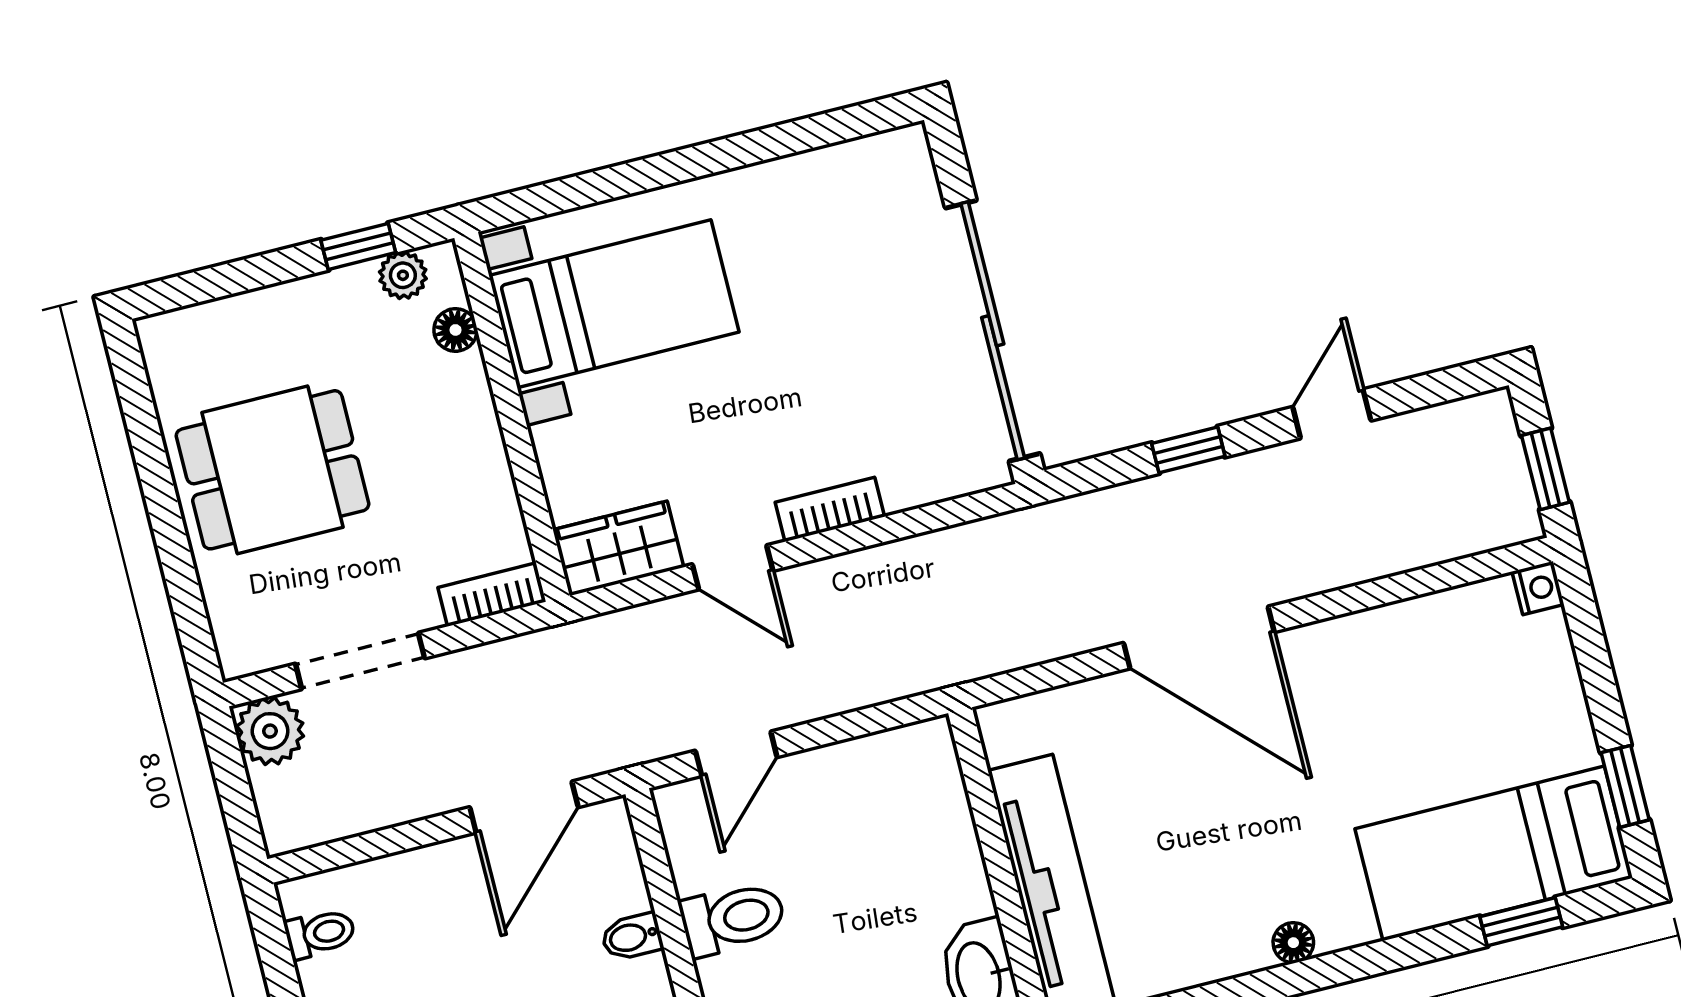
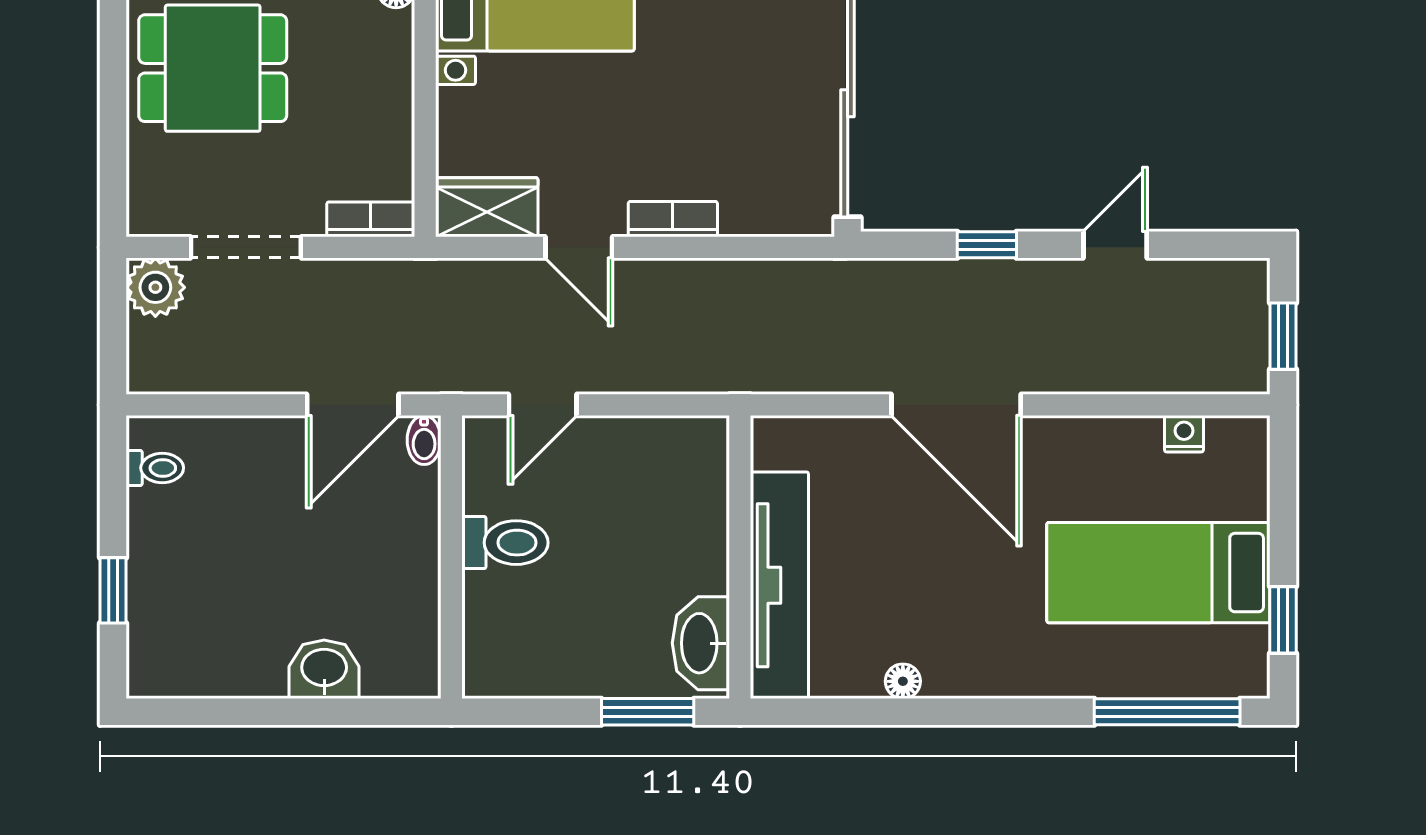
nightstand: (1538, 588) -> (1184, 434), moved, turned -90
bed: (1494, 853) -> (1158, 573), moved
window: (1521, 922) -> (1167, 712), width x2.17
bidet: (632, 937) -> (424, 440), moved, turned -90
floor lamp: (1293, 943) -> (903, 681), moved

